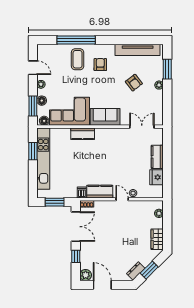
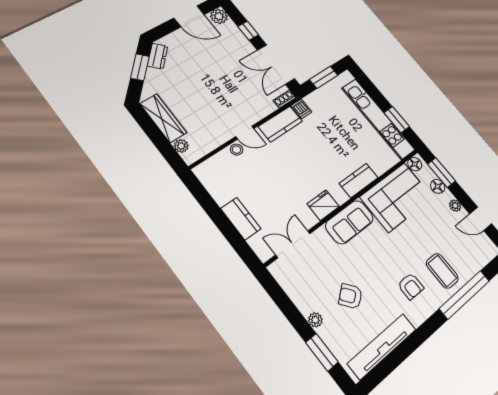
double door: (142, 127) -> (293, 244), swing flipped
fridge: (157, 177) -> (323, 205), moved, turned -90
wardrobe: (157, 239) -> (163, 118), width x1.50

